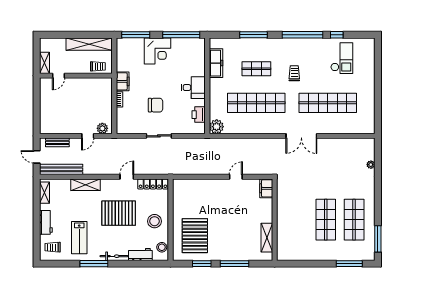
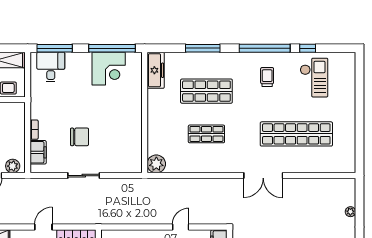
corner desk: (158, 51) -> (109, 69), moved
freezer: (216, 63) -> (156, 70), moved
shop shelf: (256, 69) -> (206, 91), width x1.43, depth x1.36
trolley: (294, 73) -> (267, 77), moved
filing cabinet: (123, 81) -> (38, 152), moved
desk: (193, 88) -> (51, 67), moved, turned -90
shop shelf: (256, 103) -> (206, 134), width x0.50, depth x0.74
printer: (199, 115) -> (134, 149), removed

